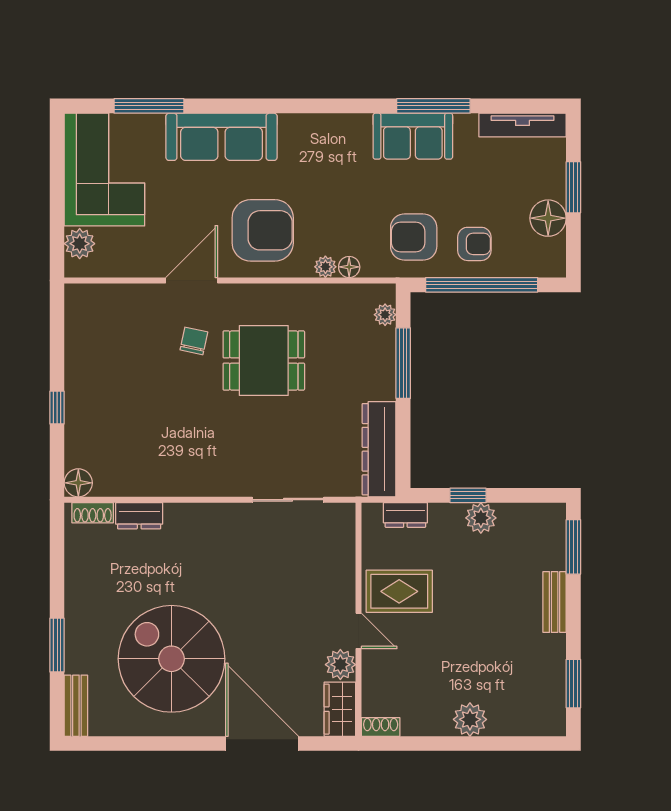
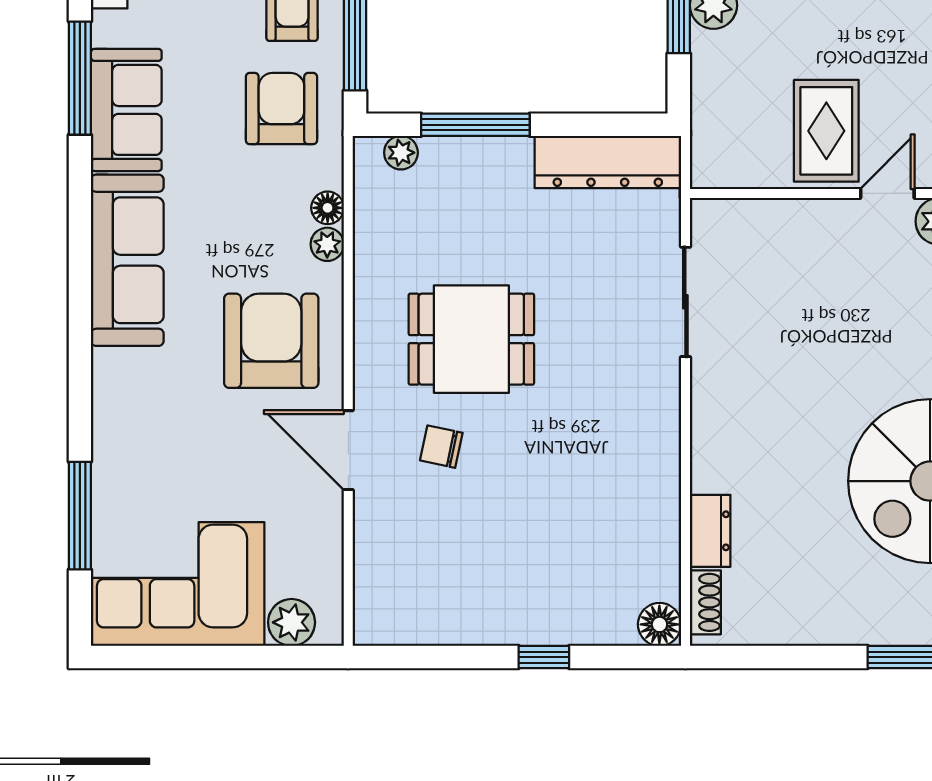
sofa: (222, 137) -> (127, 260), moved
armchair: (414, 237) -> (281, 109), turned 180
dining table: (264, 360) -> (471, 339), turned 90
dresser: (405, 515) -> (709, 121), removed

